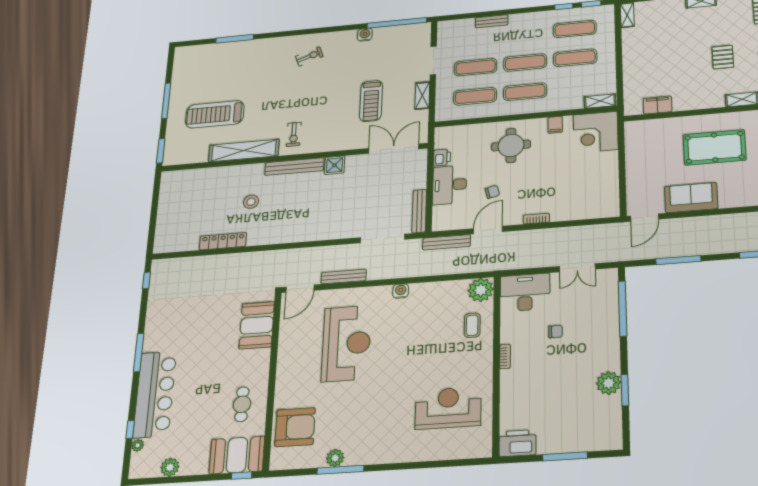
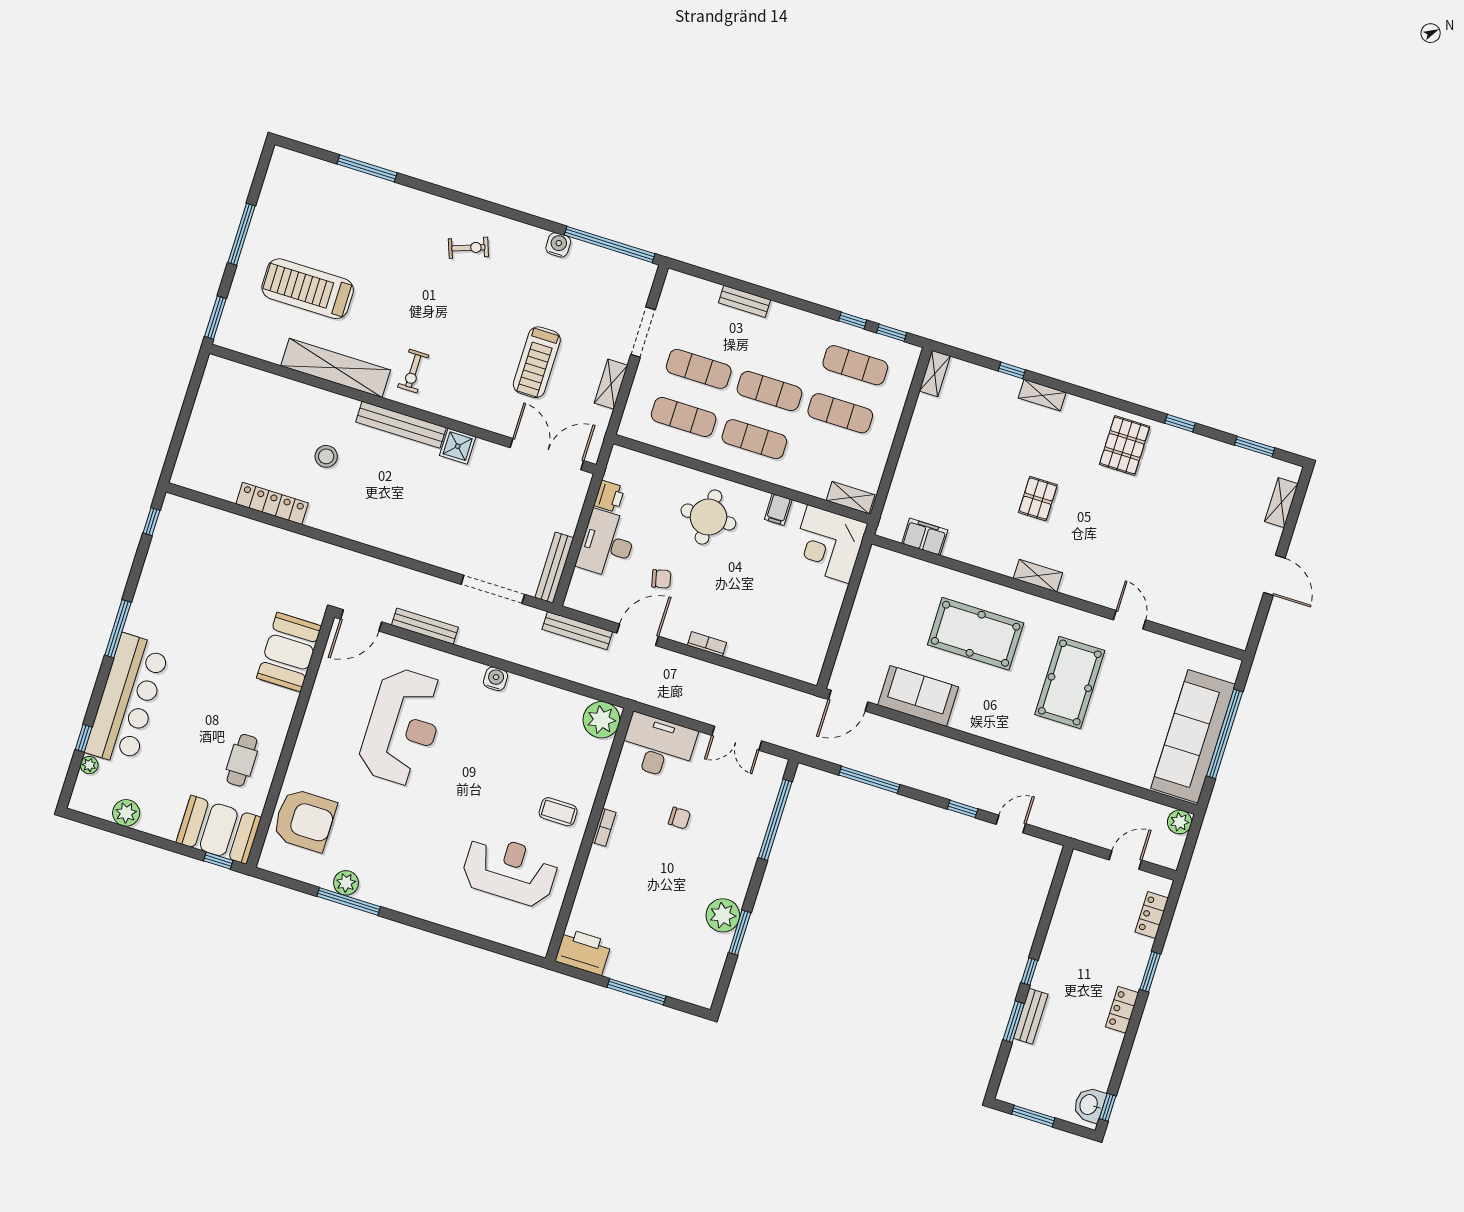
coffee table: (472, 325) -> (558, 812), moved, turned 90

